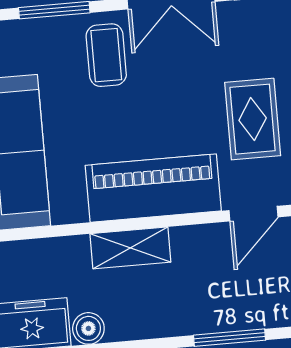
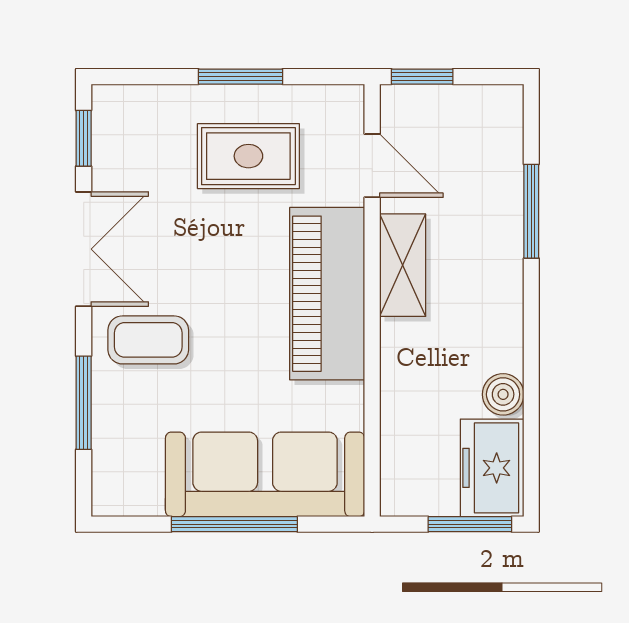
shelving: (130, 248) -> (403, 265), moved

